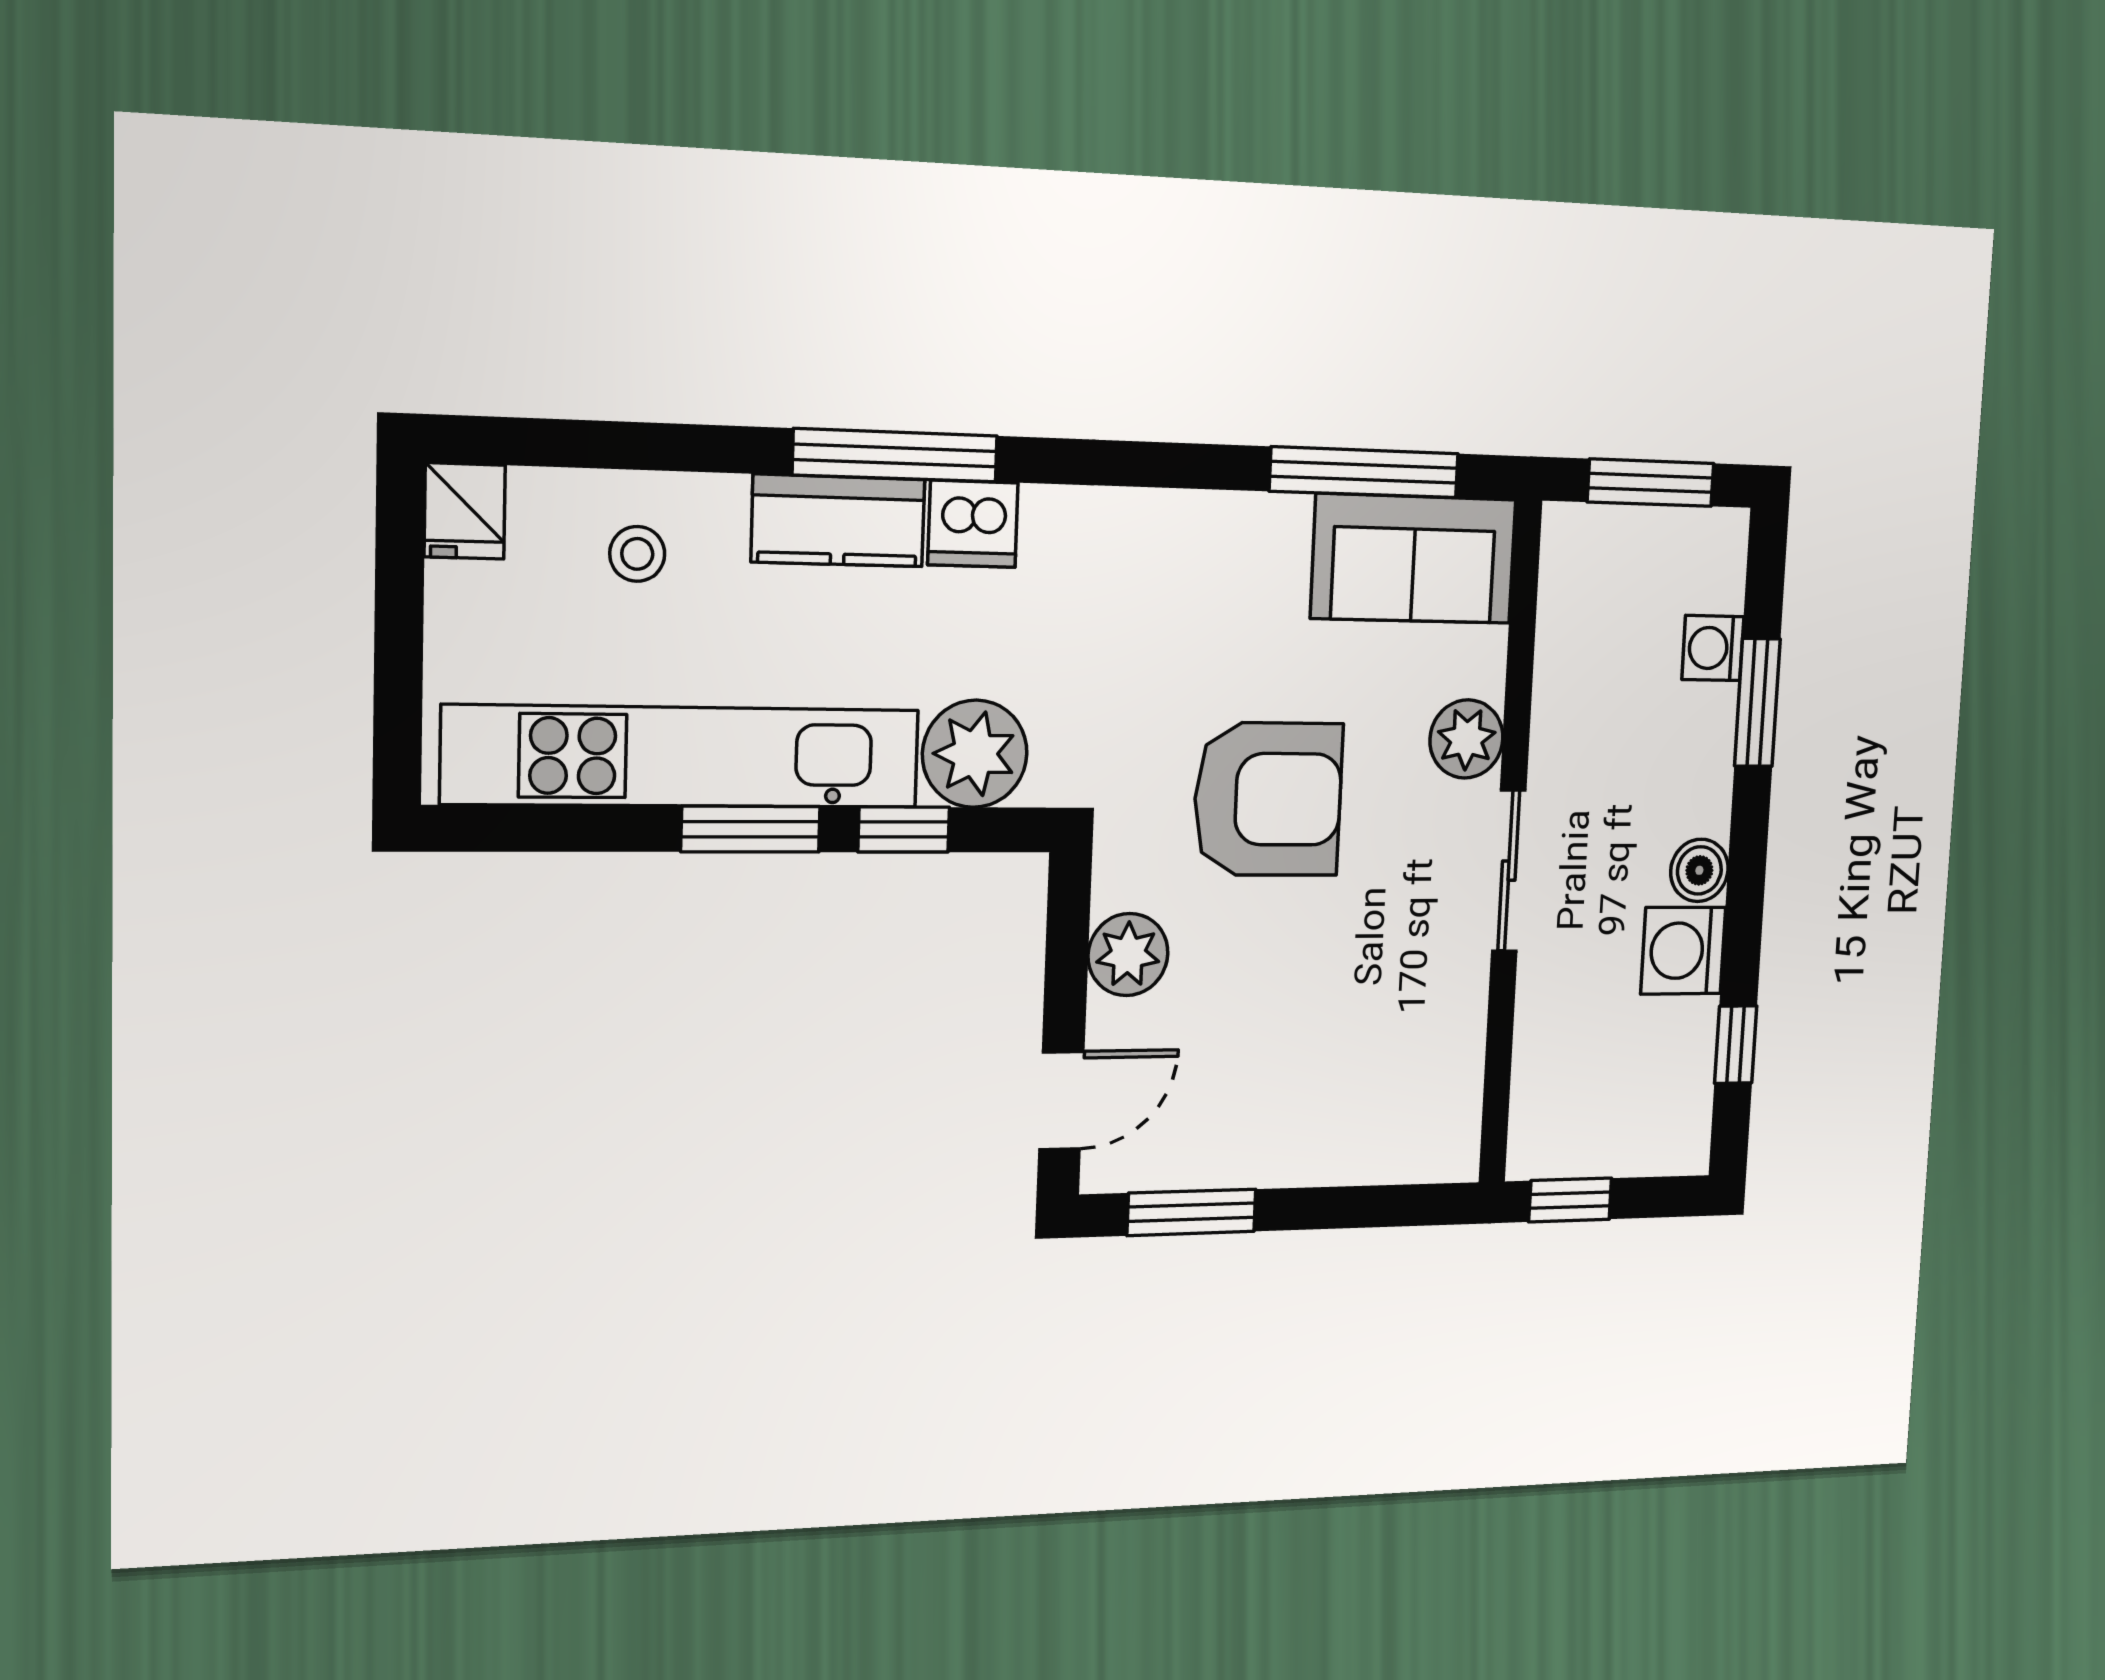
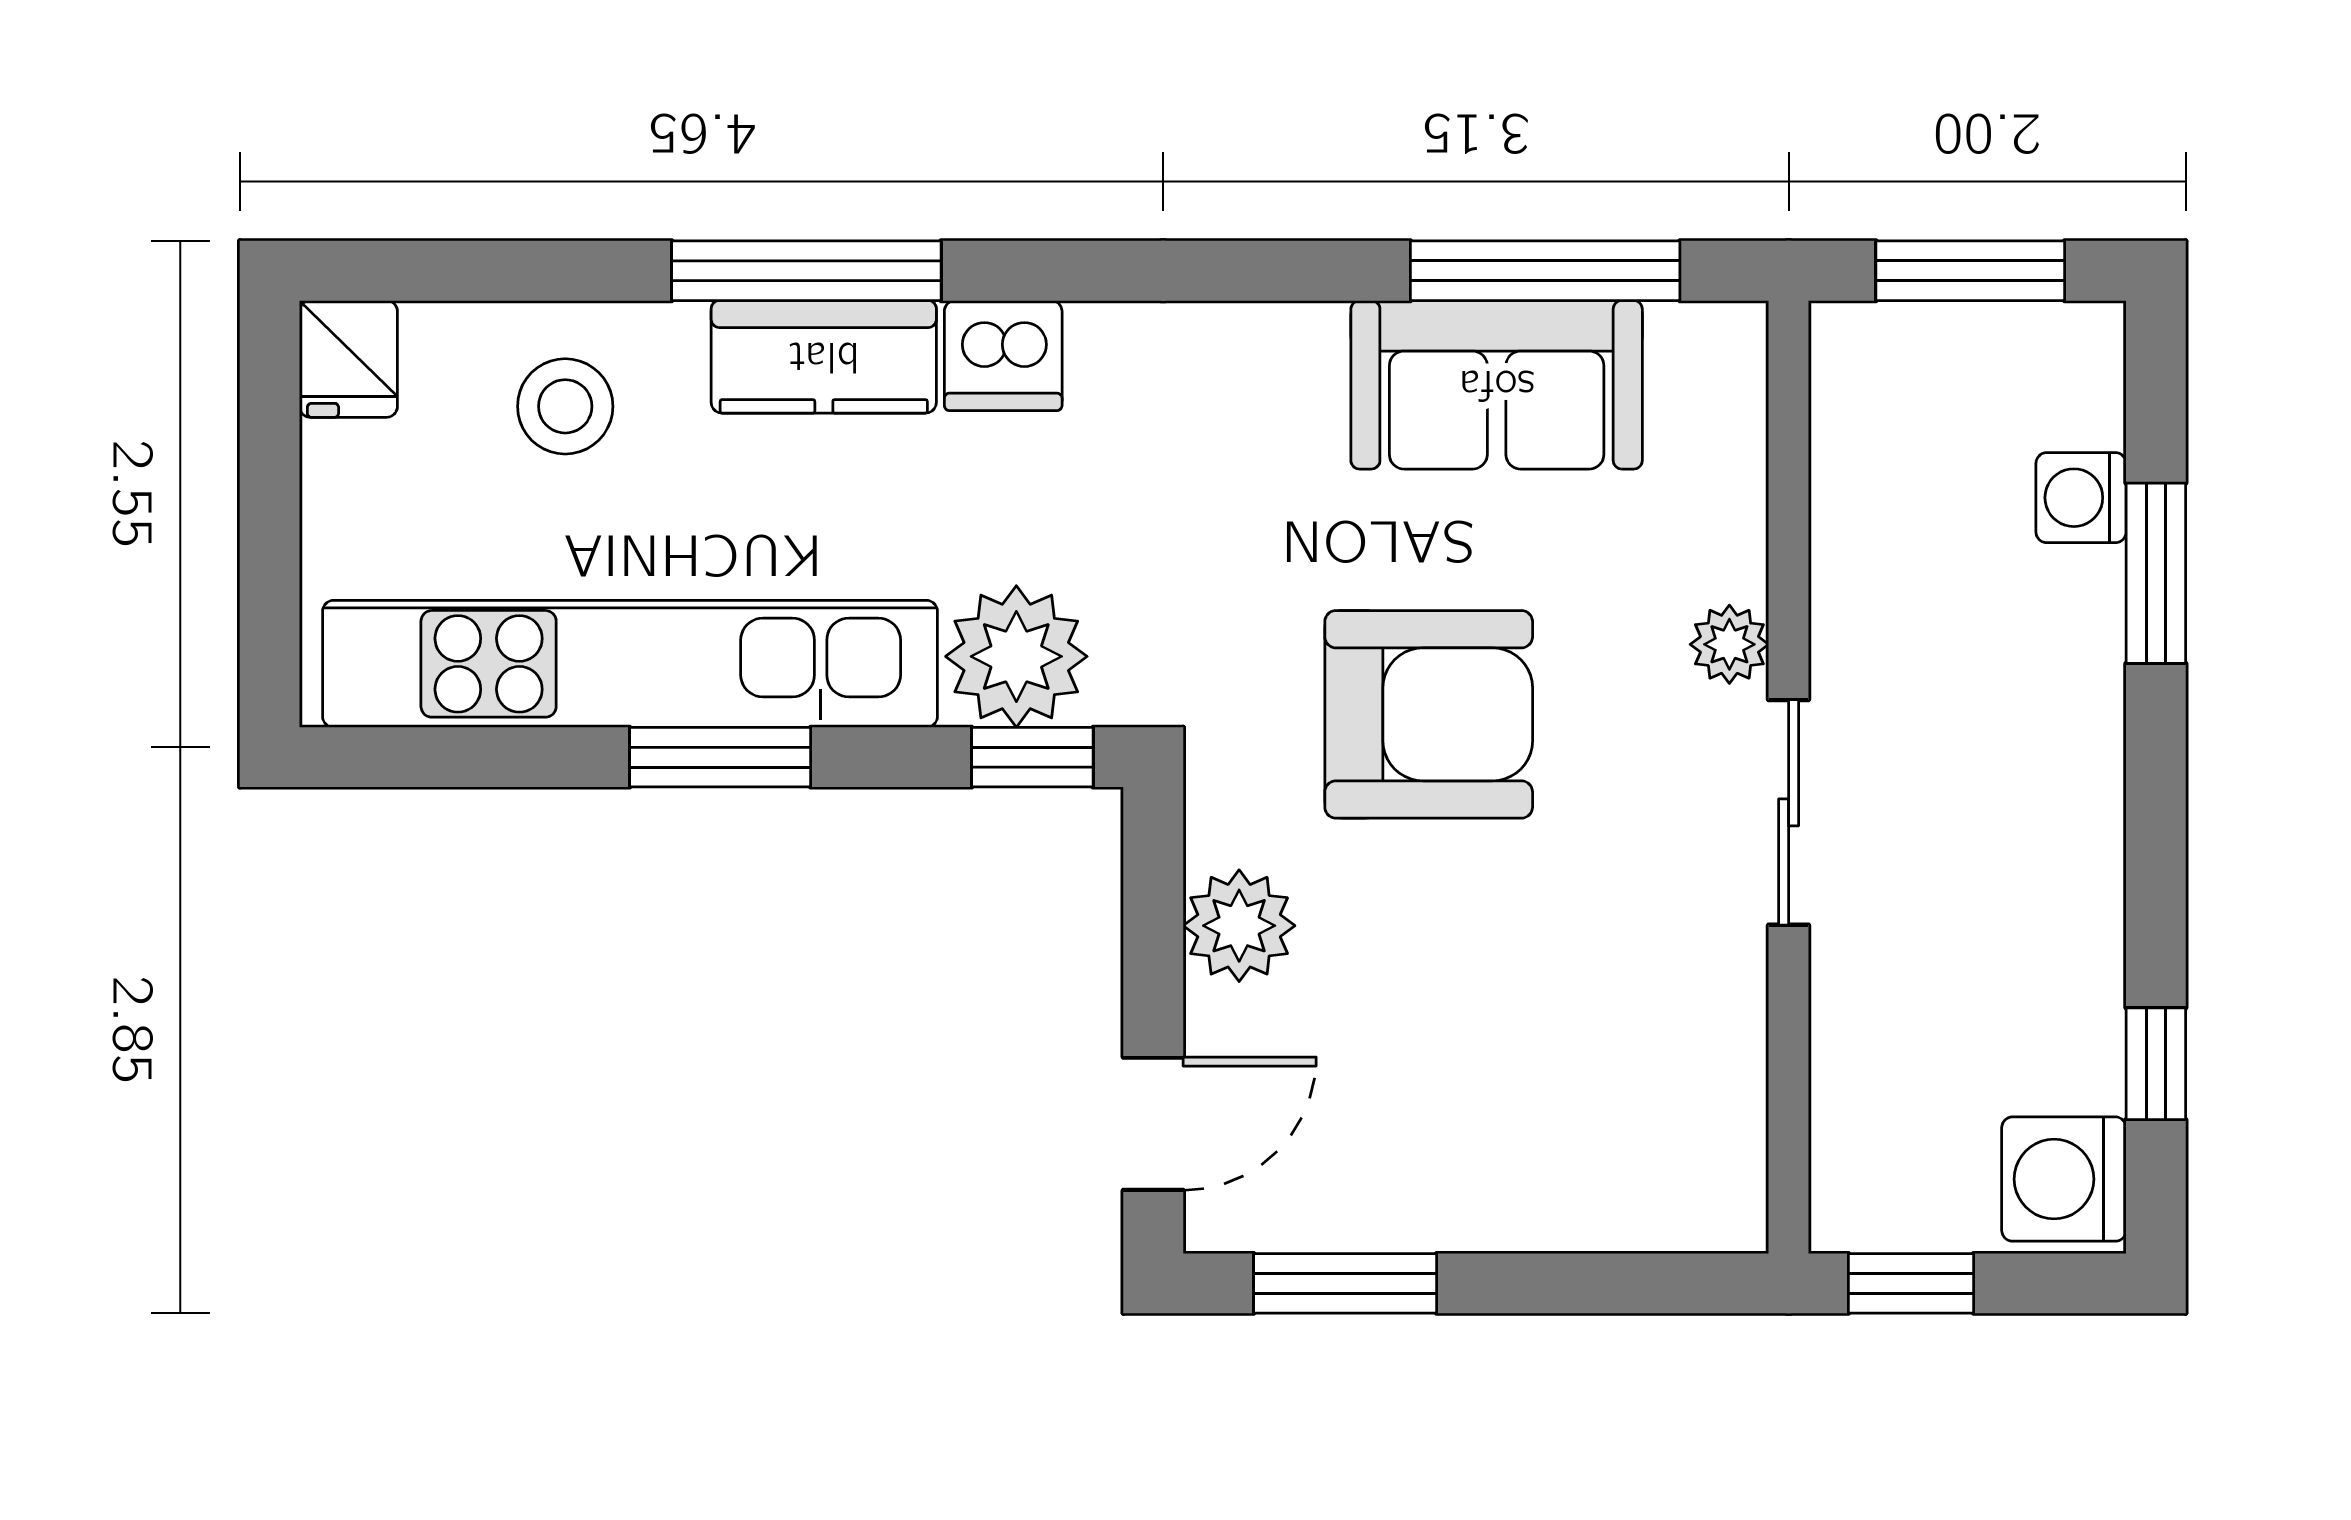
window: (895, 455) -> (806, 271), moved
stool: (637, 554) -> (565, 406), width x1.37, depth x1.37
sofa: (1414, 559) -> (1497, 385), moved
plant: (1466, 739) -> (1729, 644), width x0.73, depth x0.73
window: (904, 830) -> (1032, 757), moved
boiler: (1699, 870) -> (2082, 812), removed
washing machine: (1683, 951) -> (2064, 1179), moved

